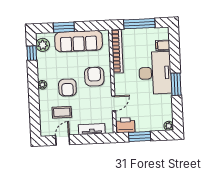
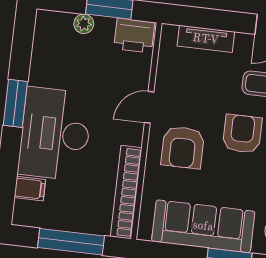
door: (114, 103) -> (149, 107), moved
plant: (169, 126) -> (84, 24), moved

